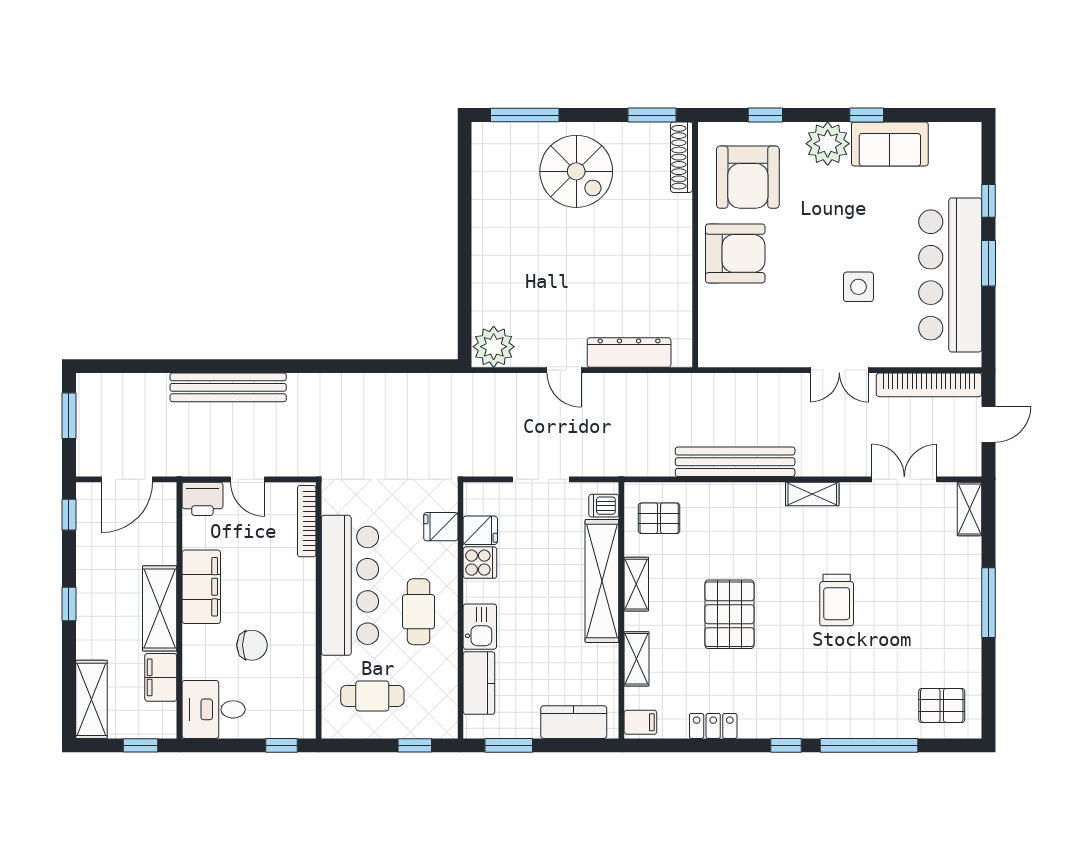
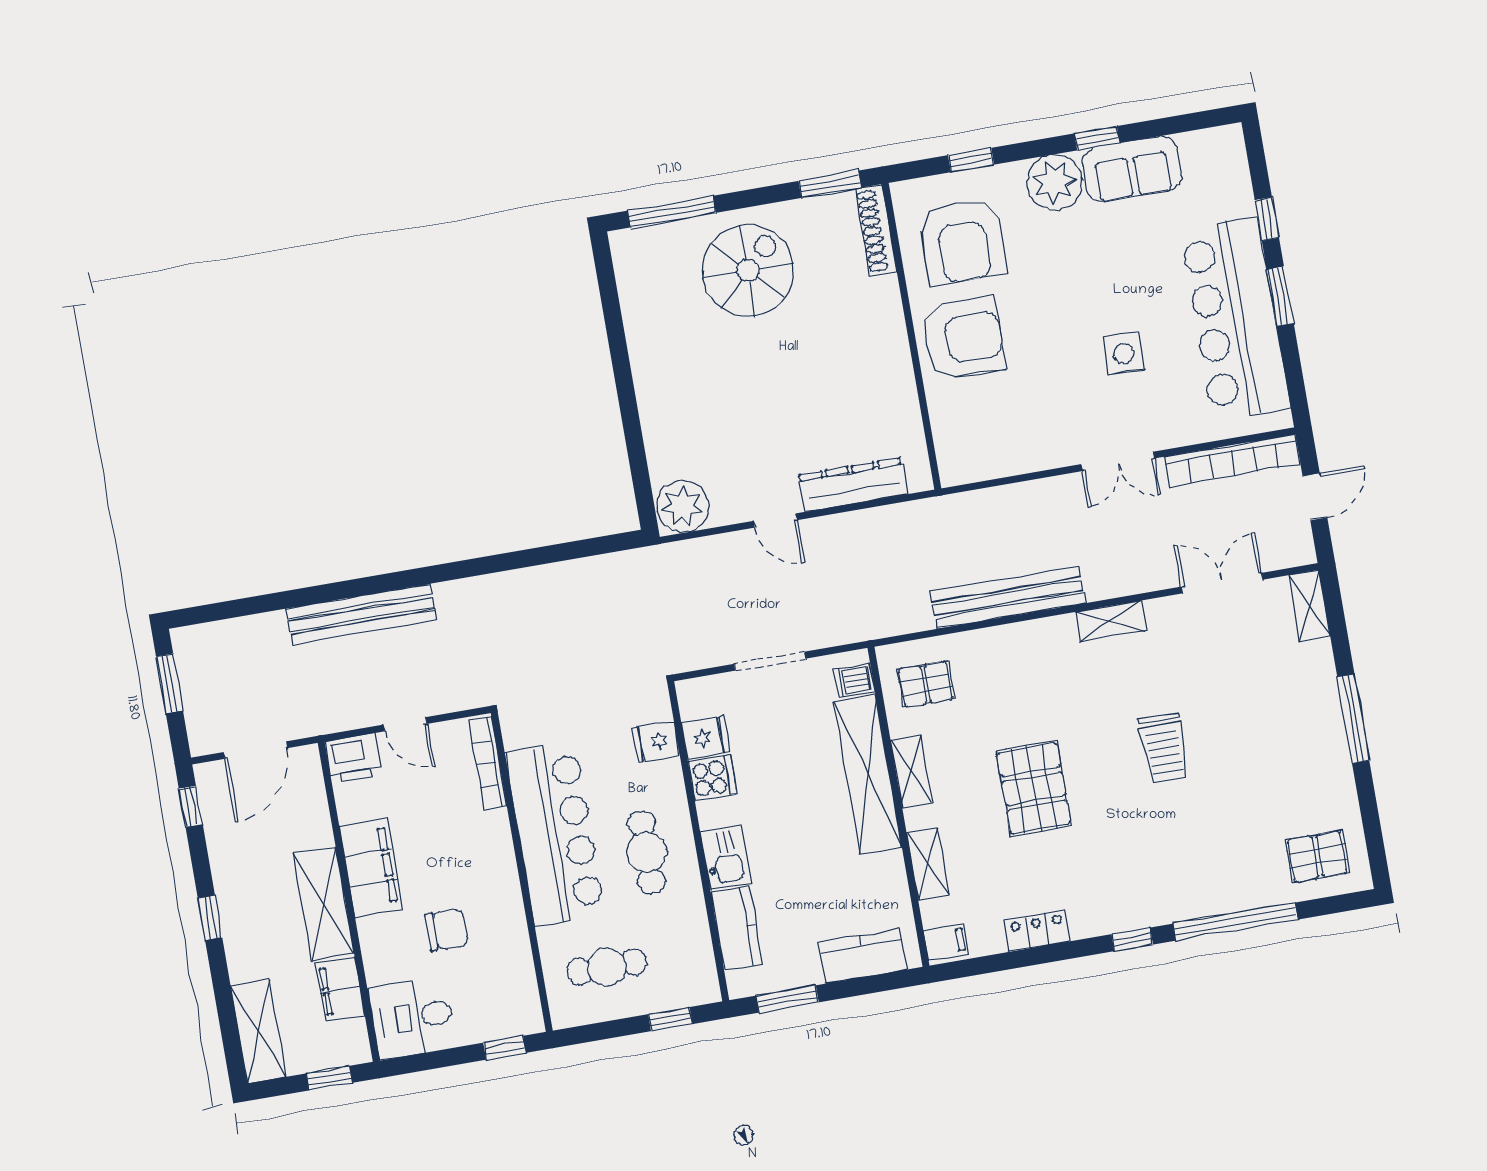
spiral stairs: (576, 171) -> (748, 271), turned -90

